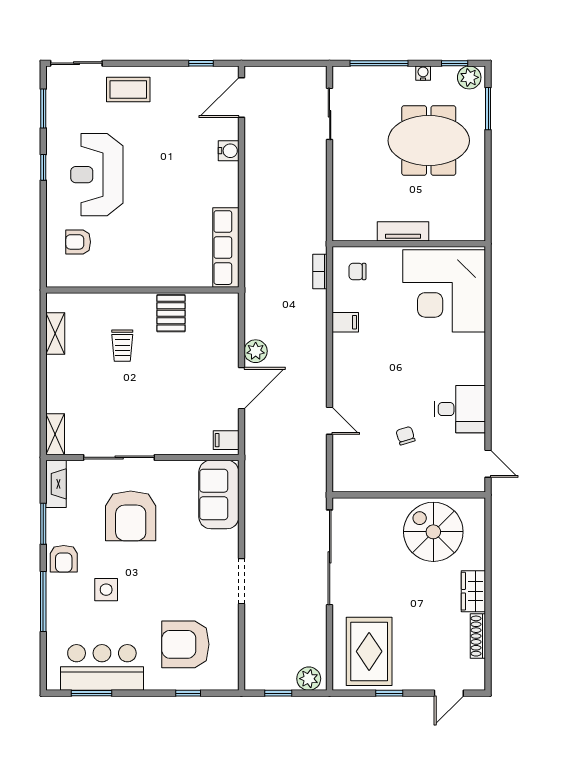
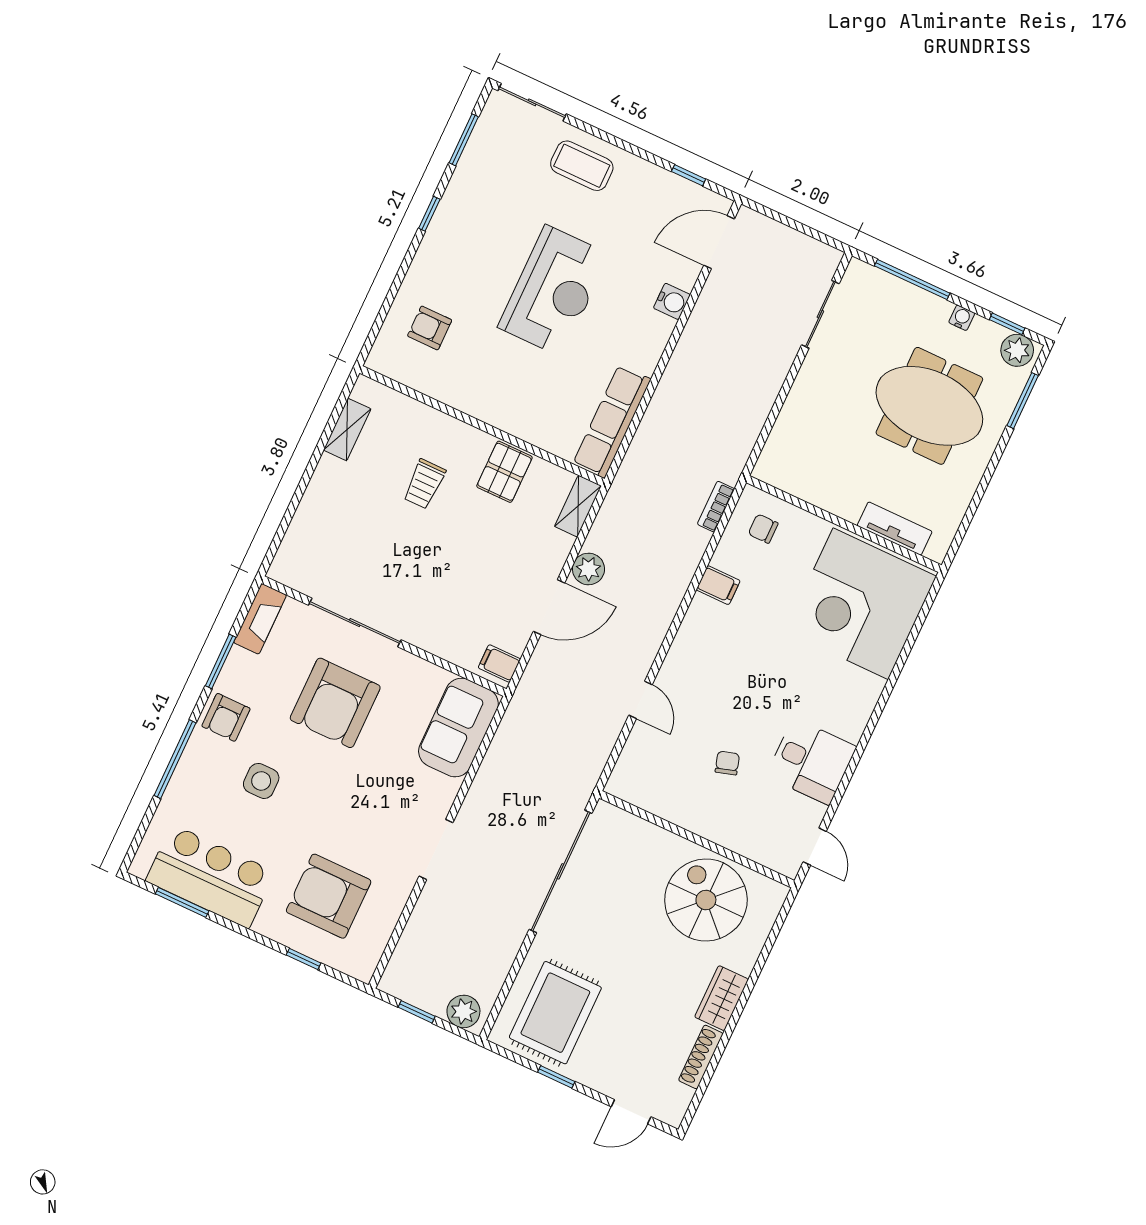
reception desk: (97, 175) -> (554, 291), moved, turned 180
tv unit: (403, 231) -> (895, 529), moved
shelving: (55, 434) -> (578, 506), moved

